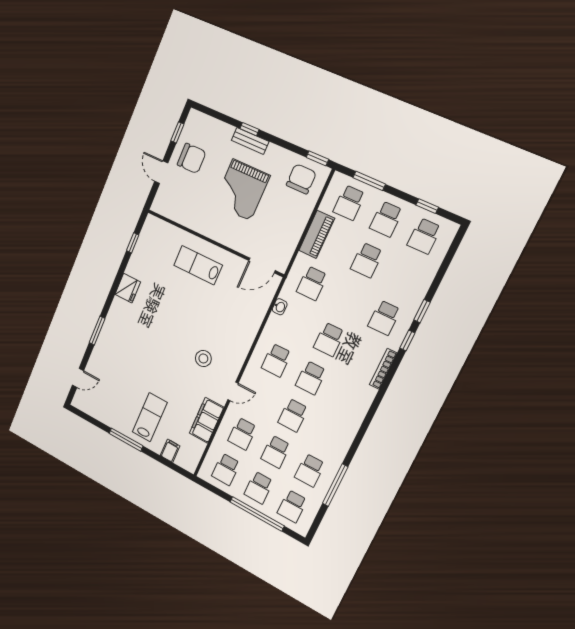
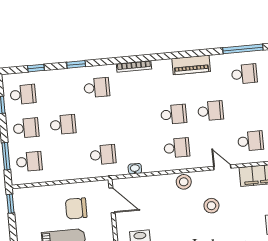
chair: (301, 179) -> (76, 208), moved
piano: (317, 234) -> (191, 65), moved, turned 180
school desk: (329, 339) -> (137, 118), removed
window: (407, 340) -> (36, 68), moved
stool: (240, 346) -> (184, 182), added
school desk: (276, 452) -> (247, 107), removed

